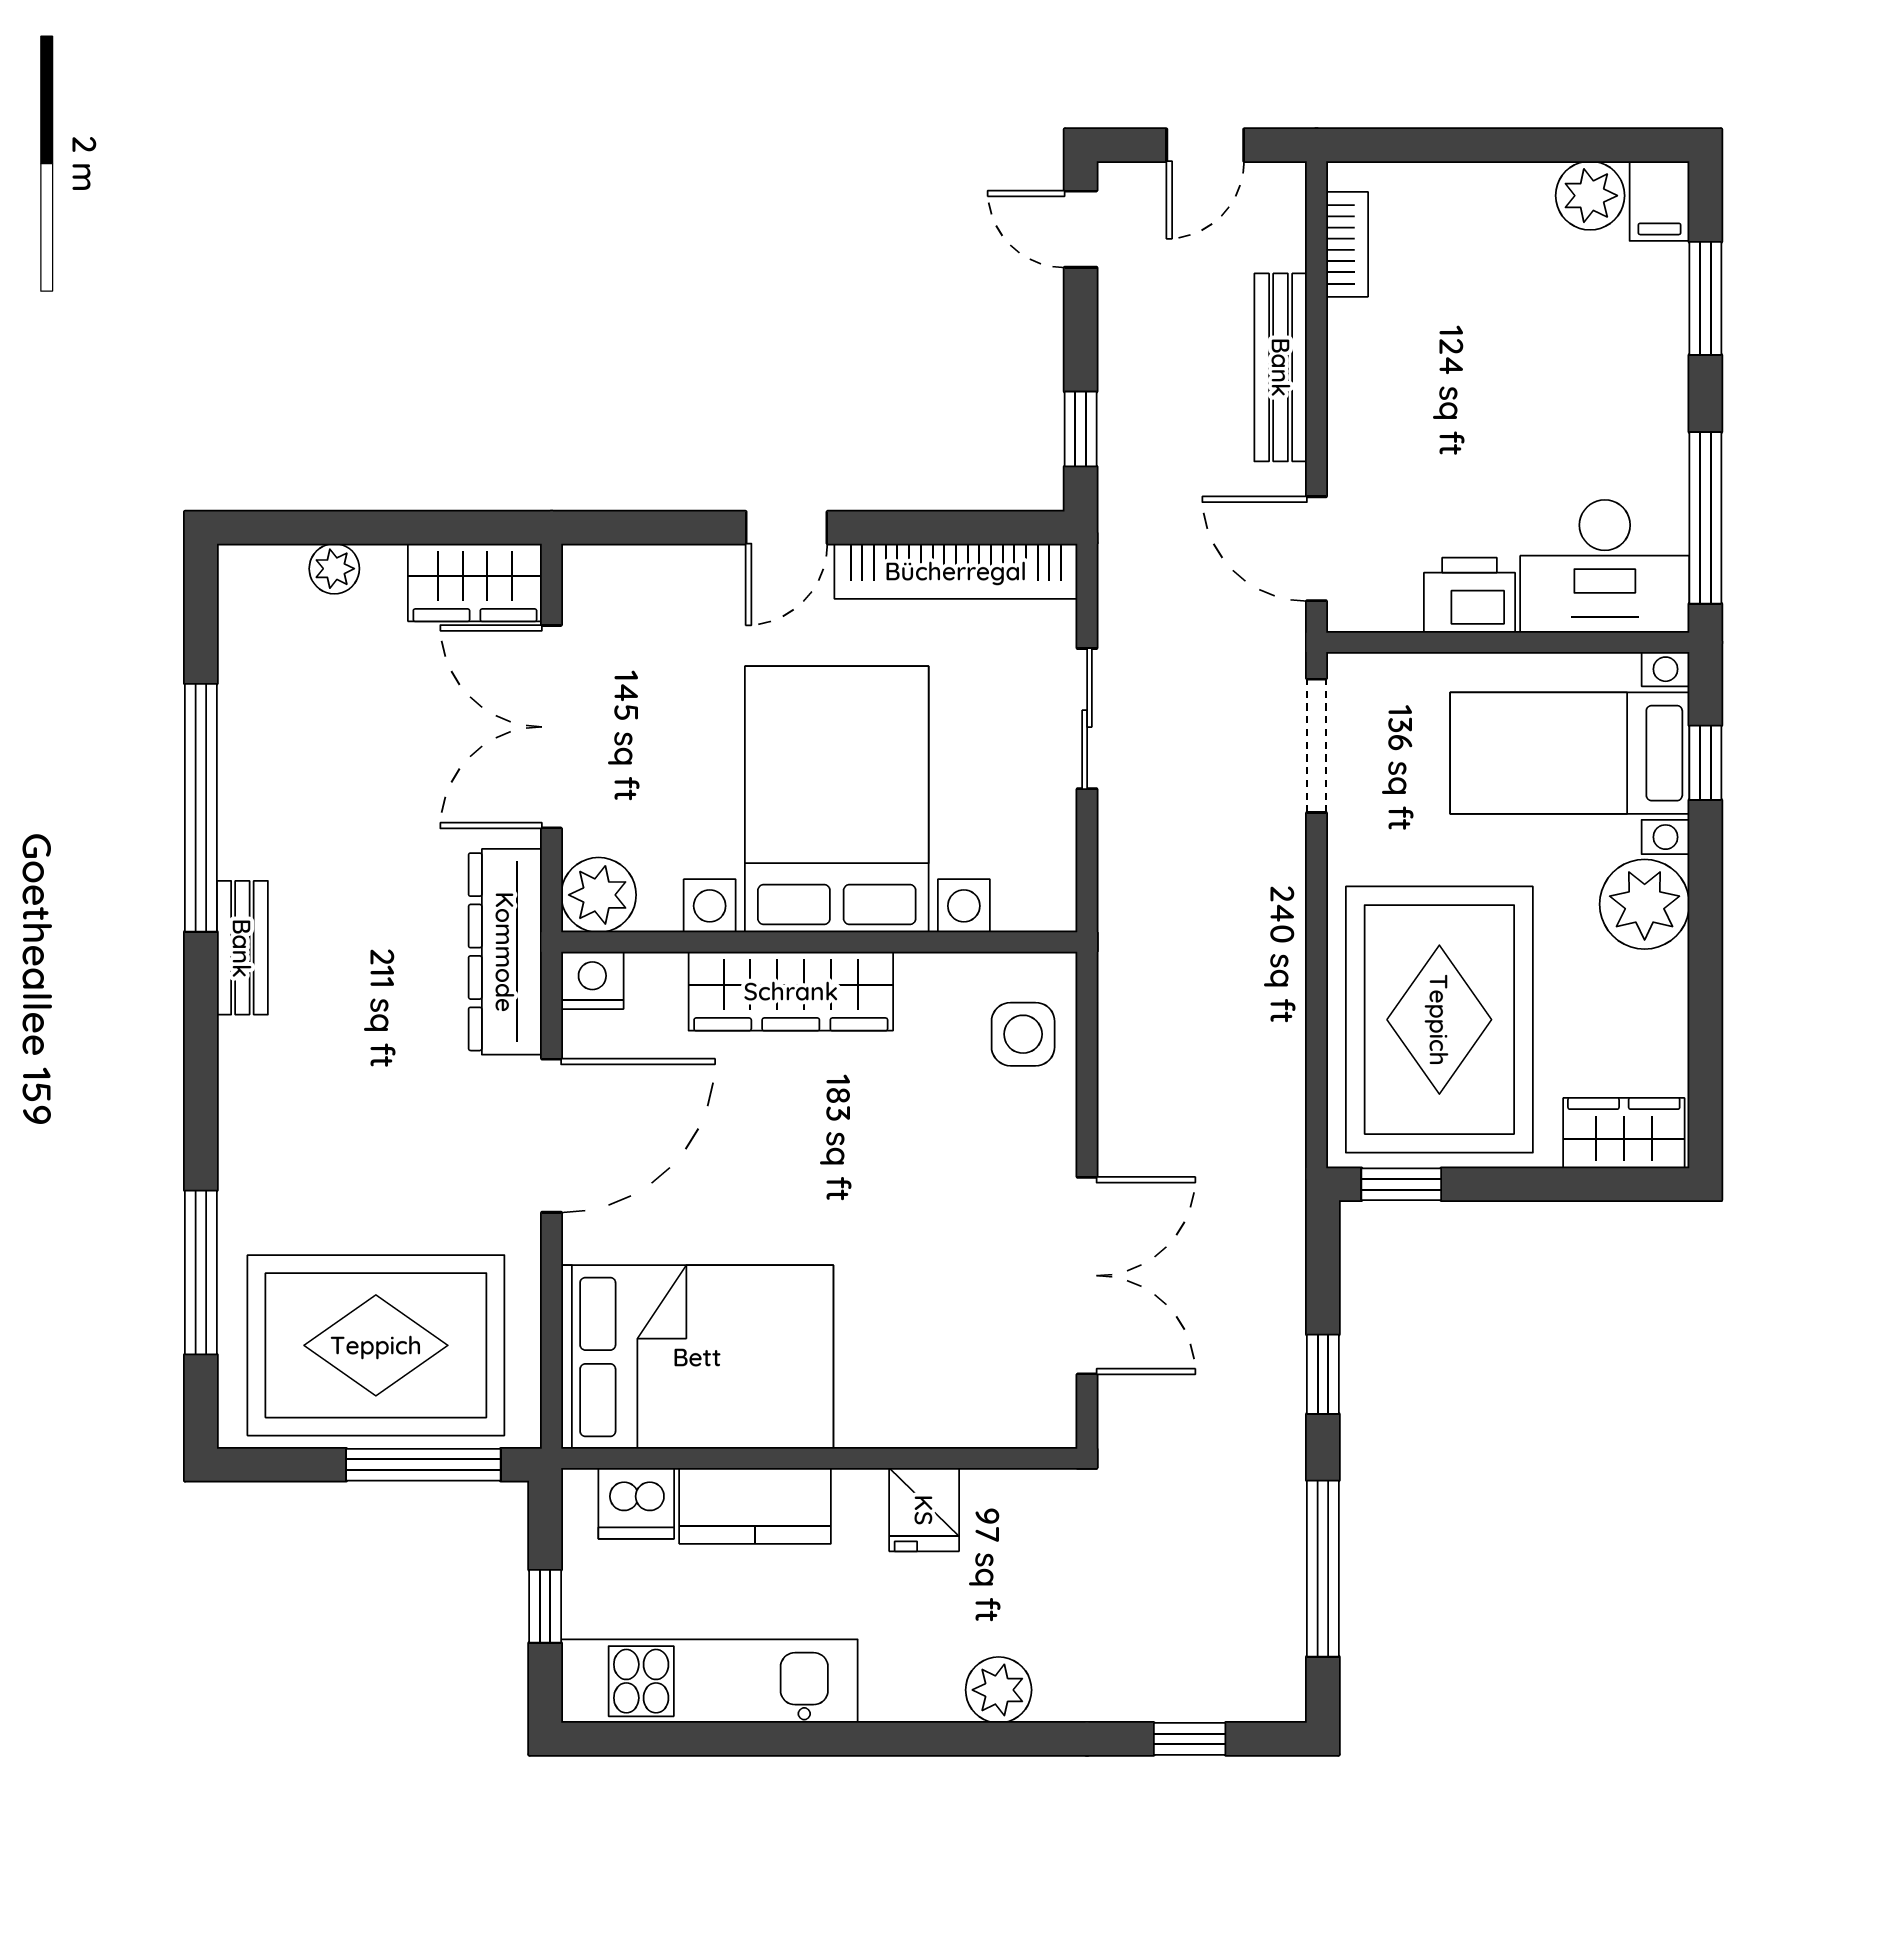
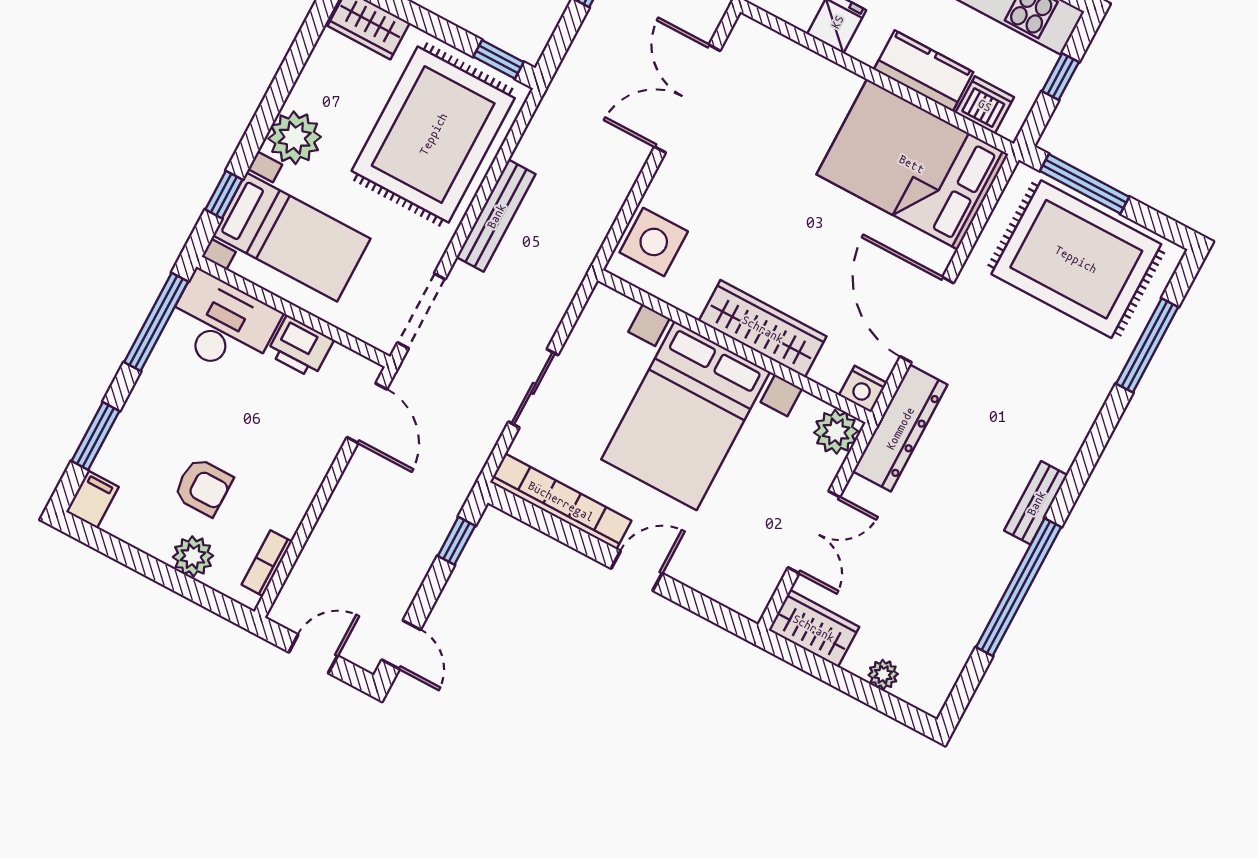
plant: (1590, 196) -> (193, 556), moved
armchair: (1503, 308) -> (203, 487), added
bench: (1281, 367) -> (496, 216), moved
double door: (552, 727) -> (814, 532), width x0.73
side table: (1023, 1034) -> (654, 242), width x1.37, depth x1.37
door: (552, 1136) -> (927, 320), hinge flipped

